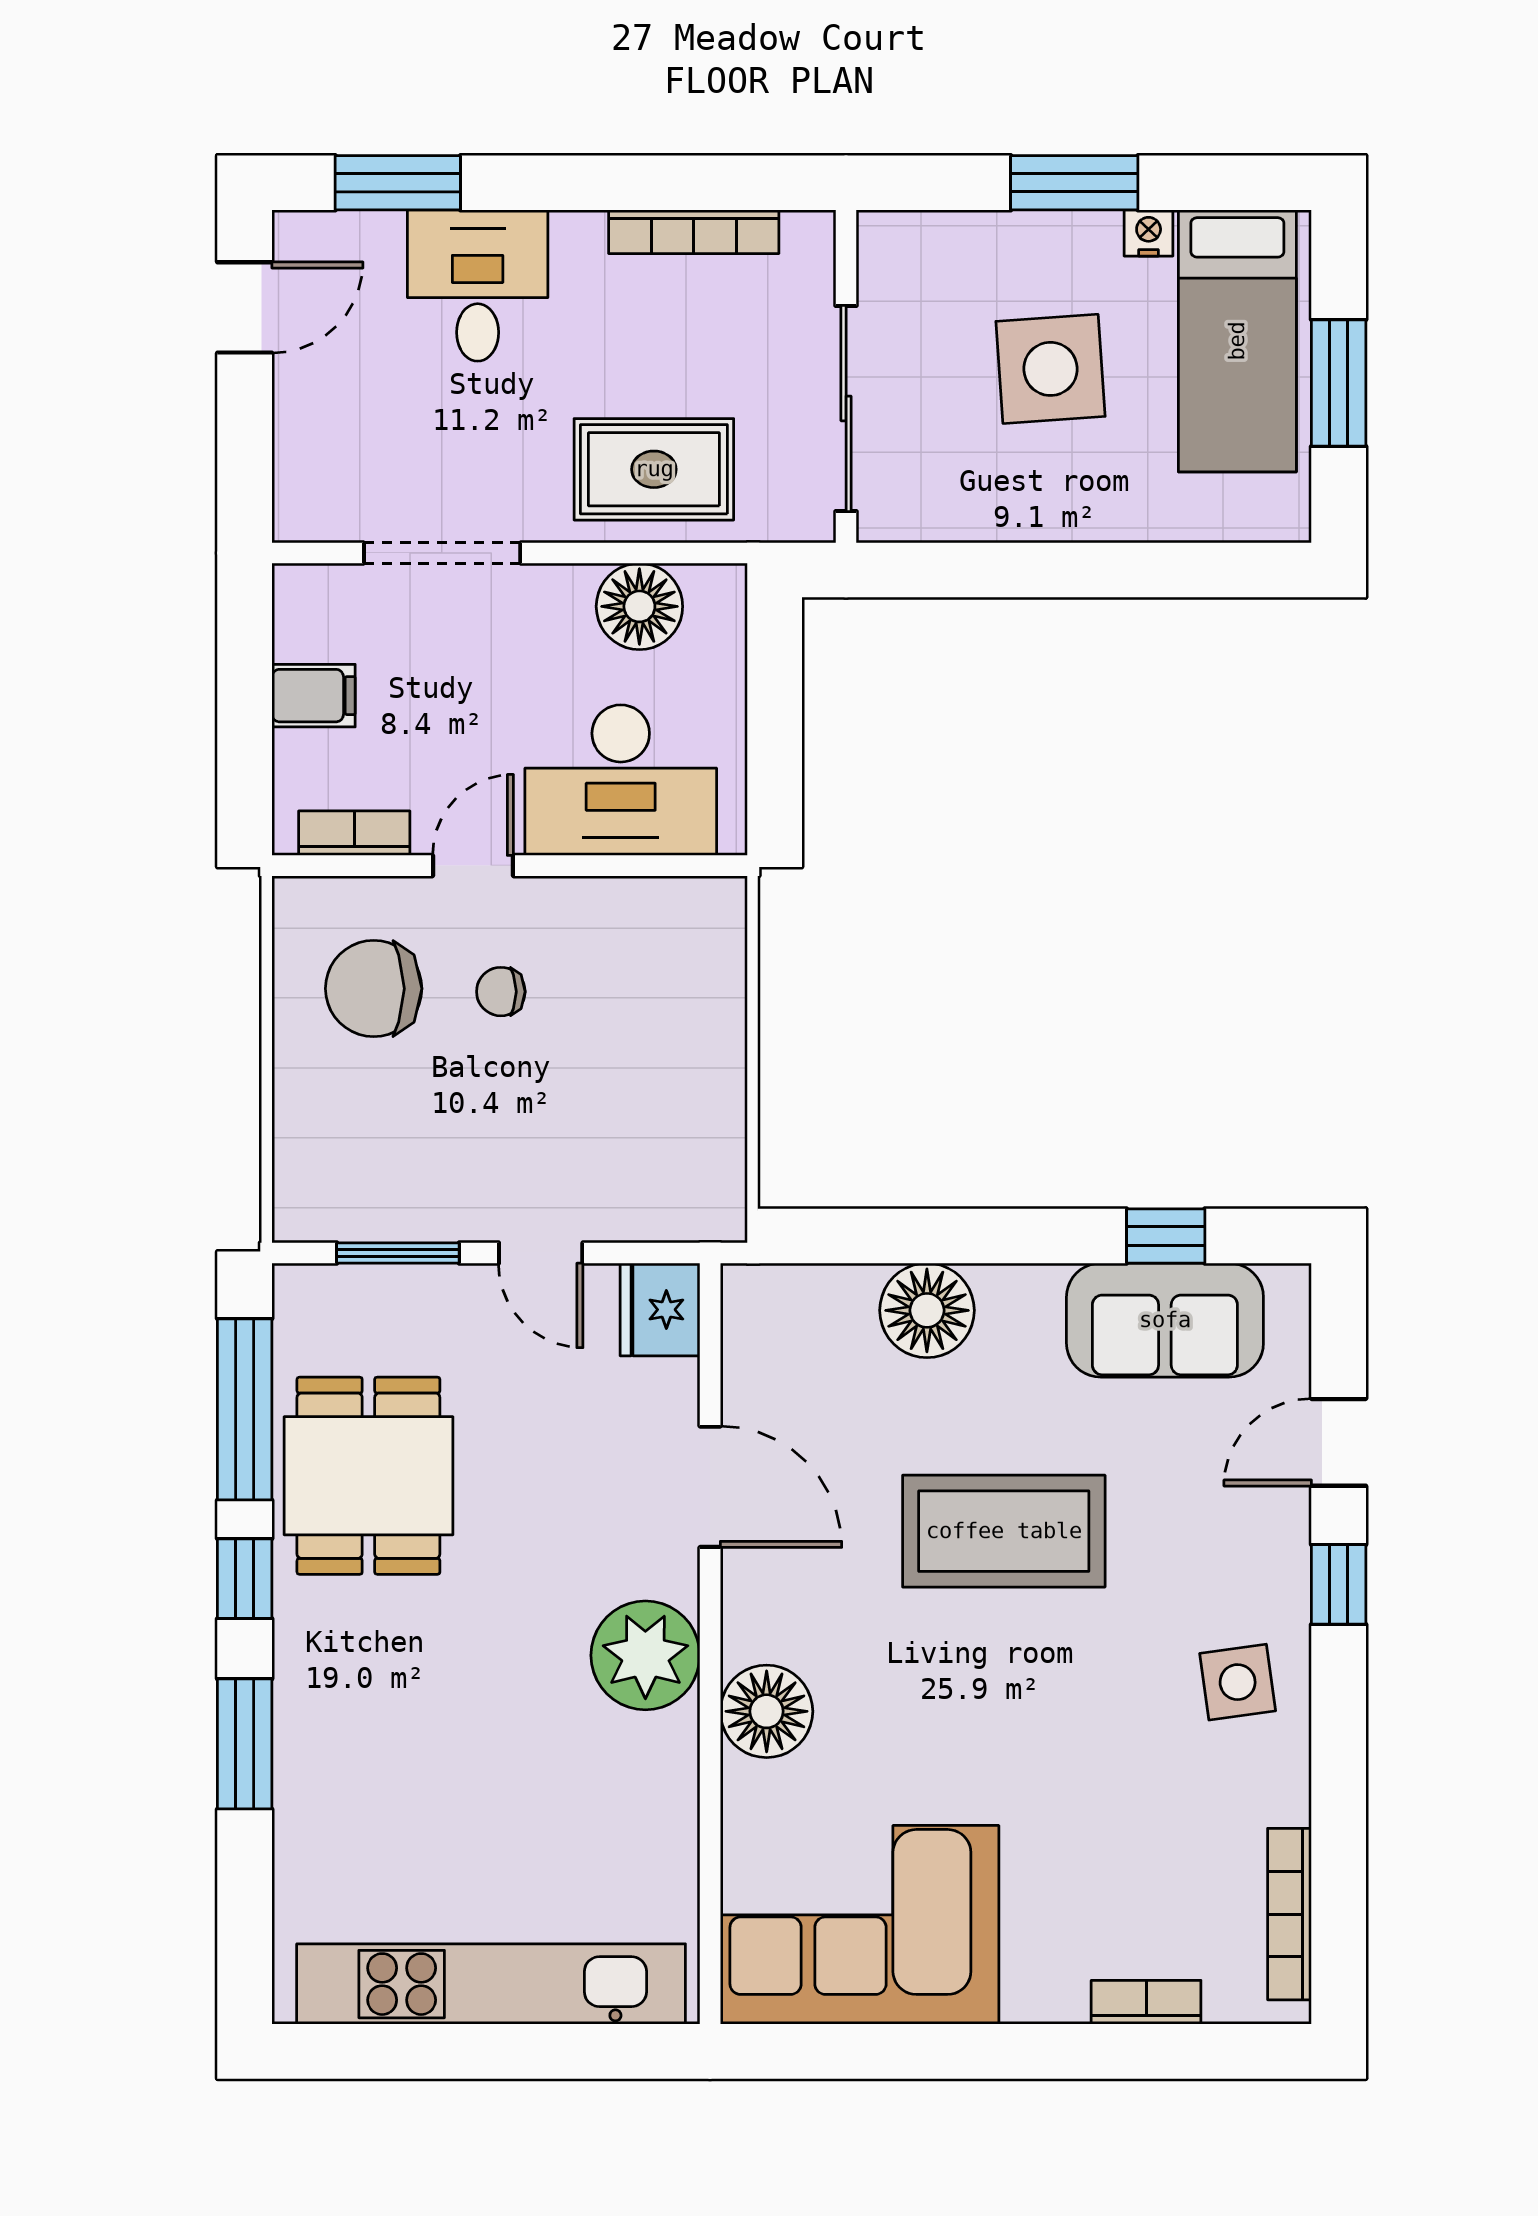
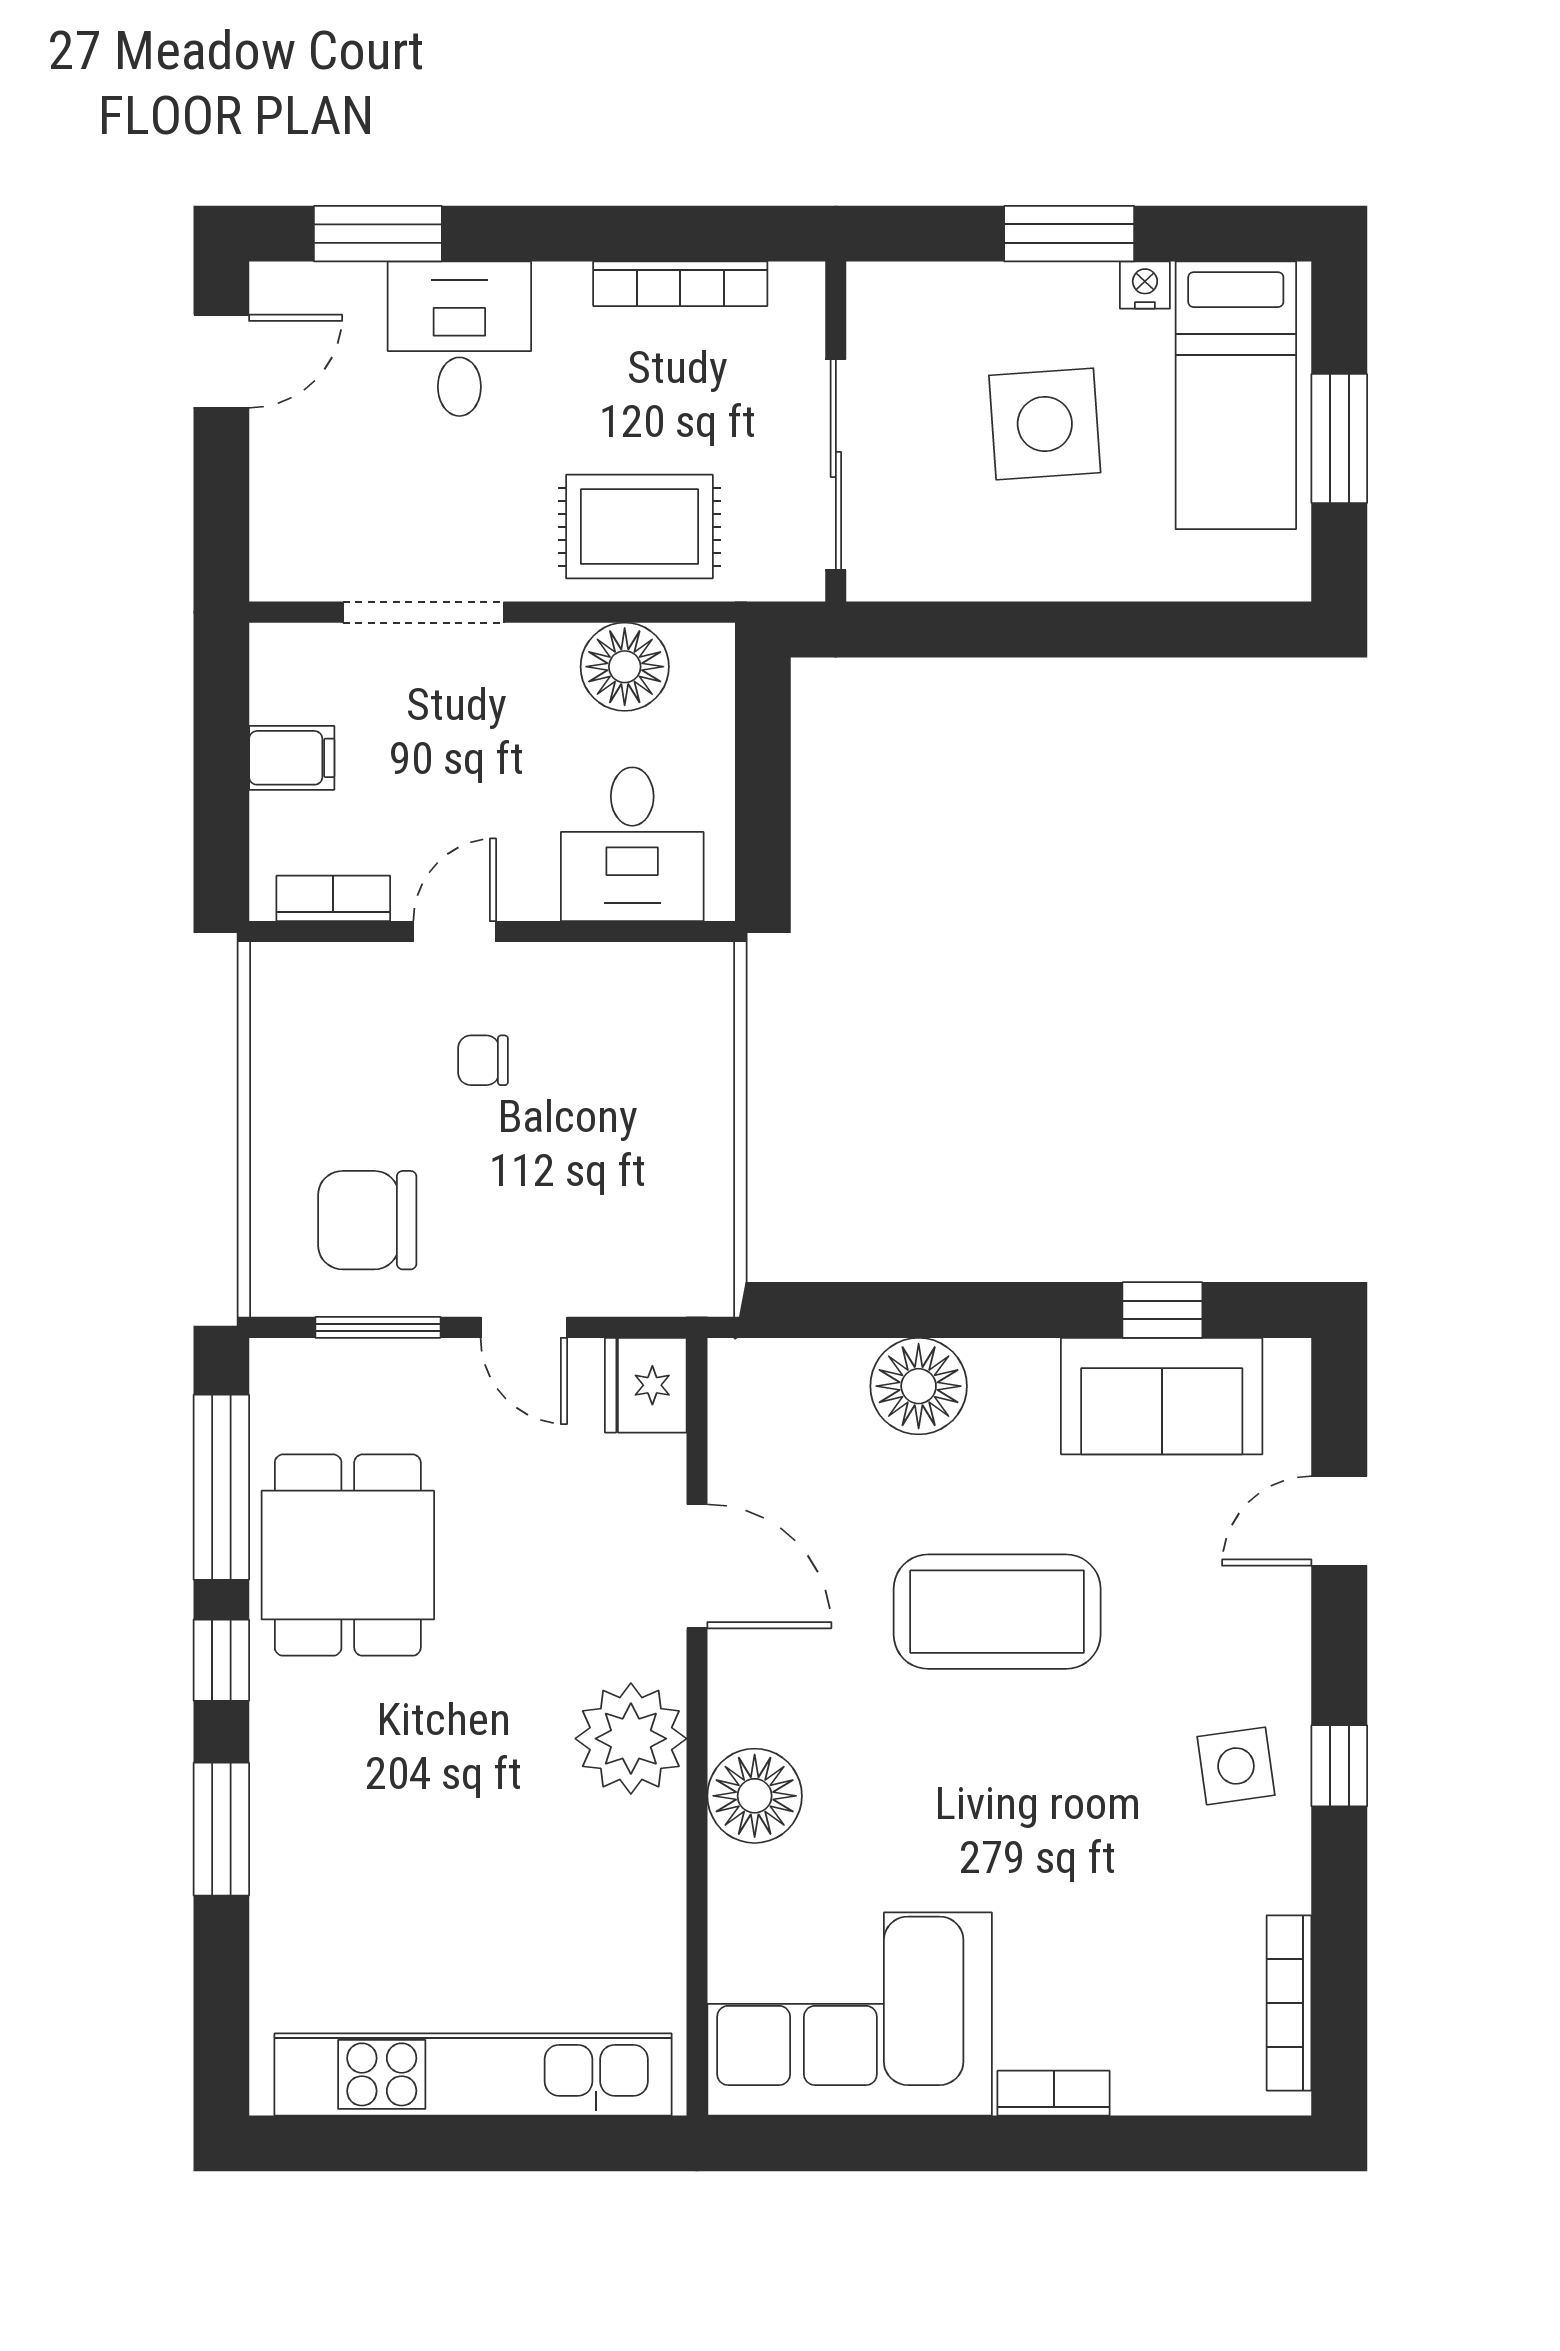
desk: (621, 780) -> (632, 844), width x0.73
chair: (374, 989) -> (367, 1220), moved
window: (1339, 1584) -> (1339, 1766), moved
bookcase: (1146, 2002) -> (1054, 2093), moved

